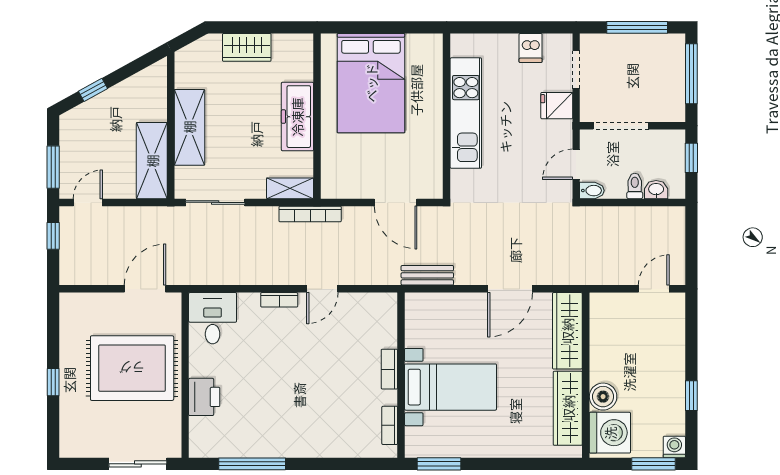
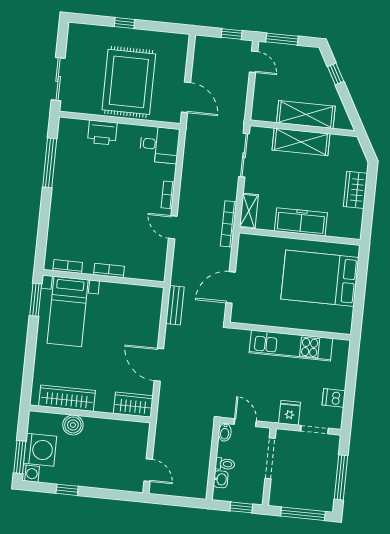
shelving: (152, 161) -> (306, 115), moved
wardrobe: (567, 331) -> (133, 405), width x0.67
bed with nightstands: (450, 387) -> (68, 311), moved
washing machine: (610, 433) -> (40, 450), moved, turned -90

